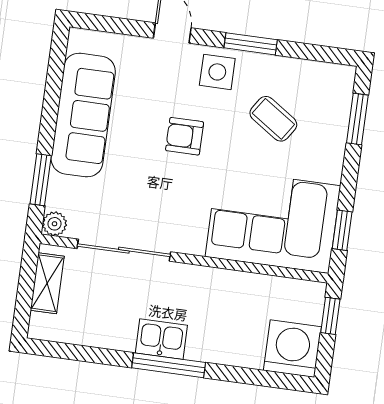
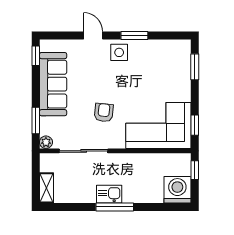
window: (58, 56) -> (36, 56), added
coffee table: (273, 119) -> (151, 73), removed
armchair: (185, 136) -> (104, 113), moved, turned 96
shelving: (47, 283) -> (46, 188), moved

